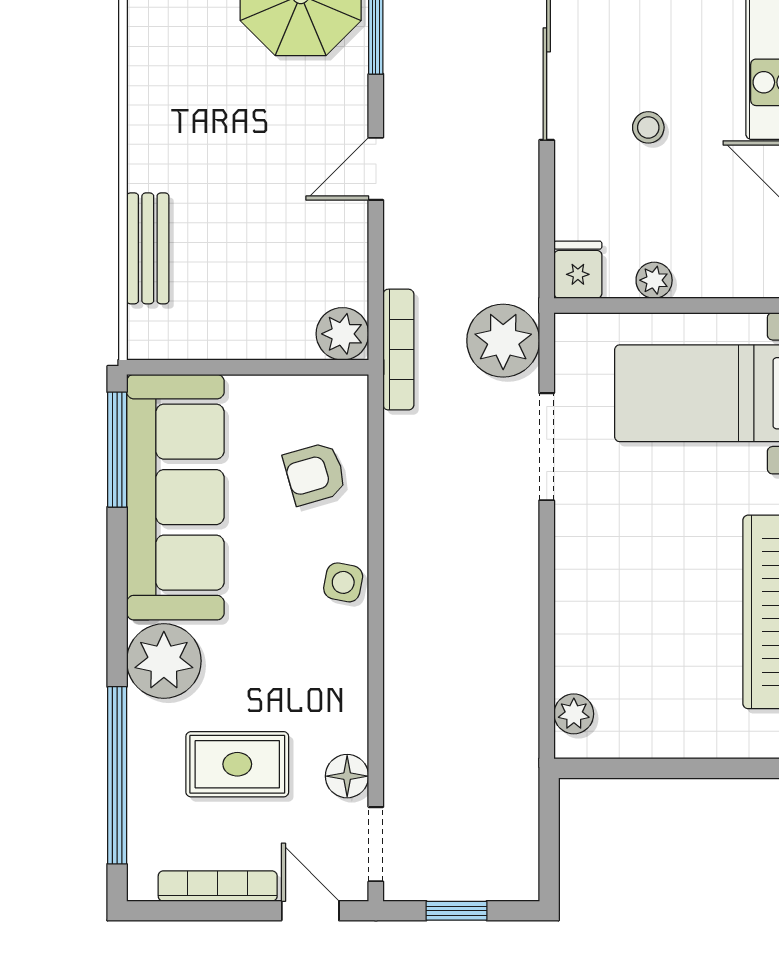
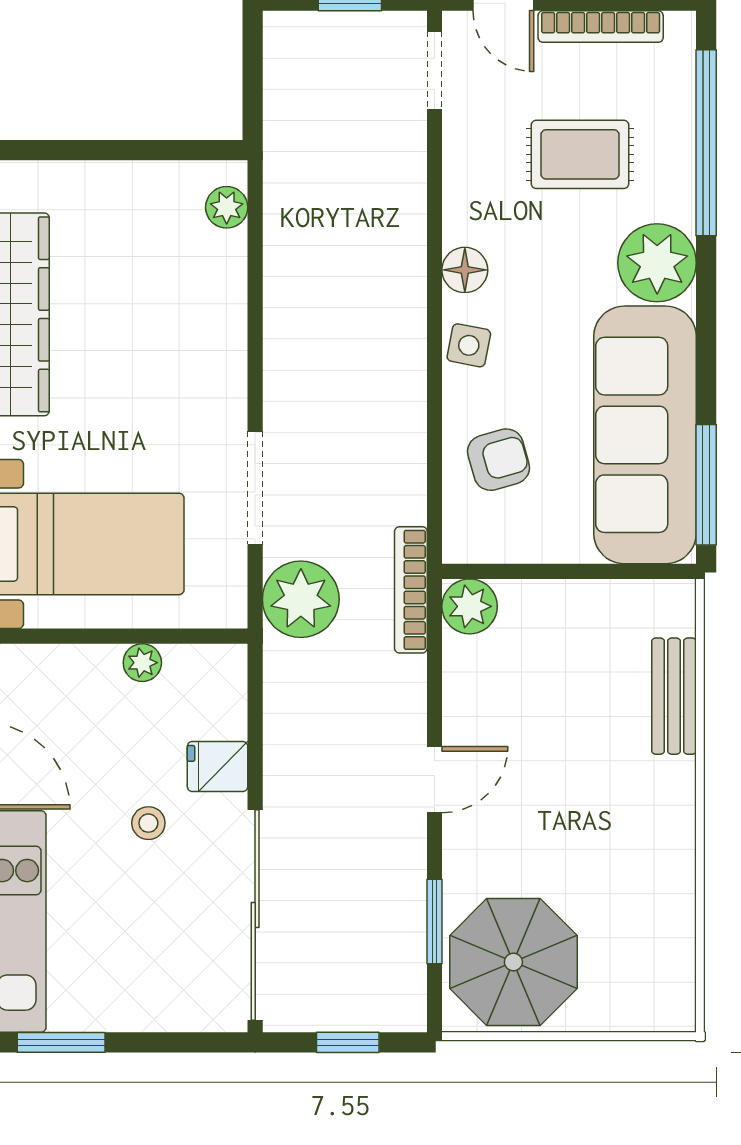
fridge: (578, 270) -> (218, 766), moved, turned 90
floor lamp: (347, 776) -> (465, 270), moved

